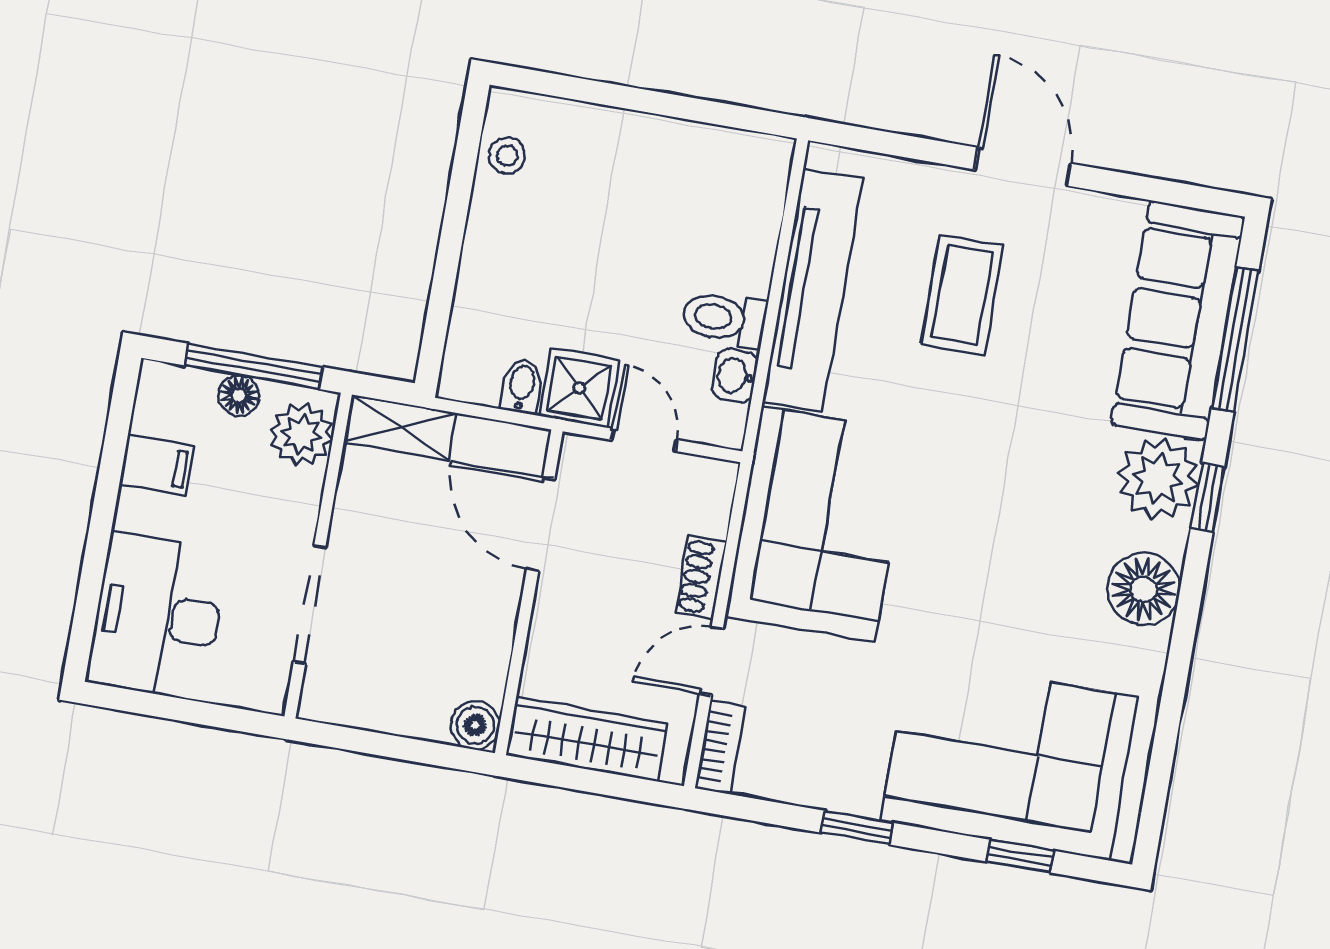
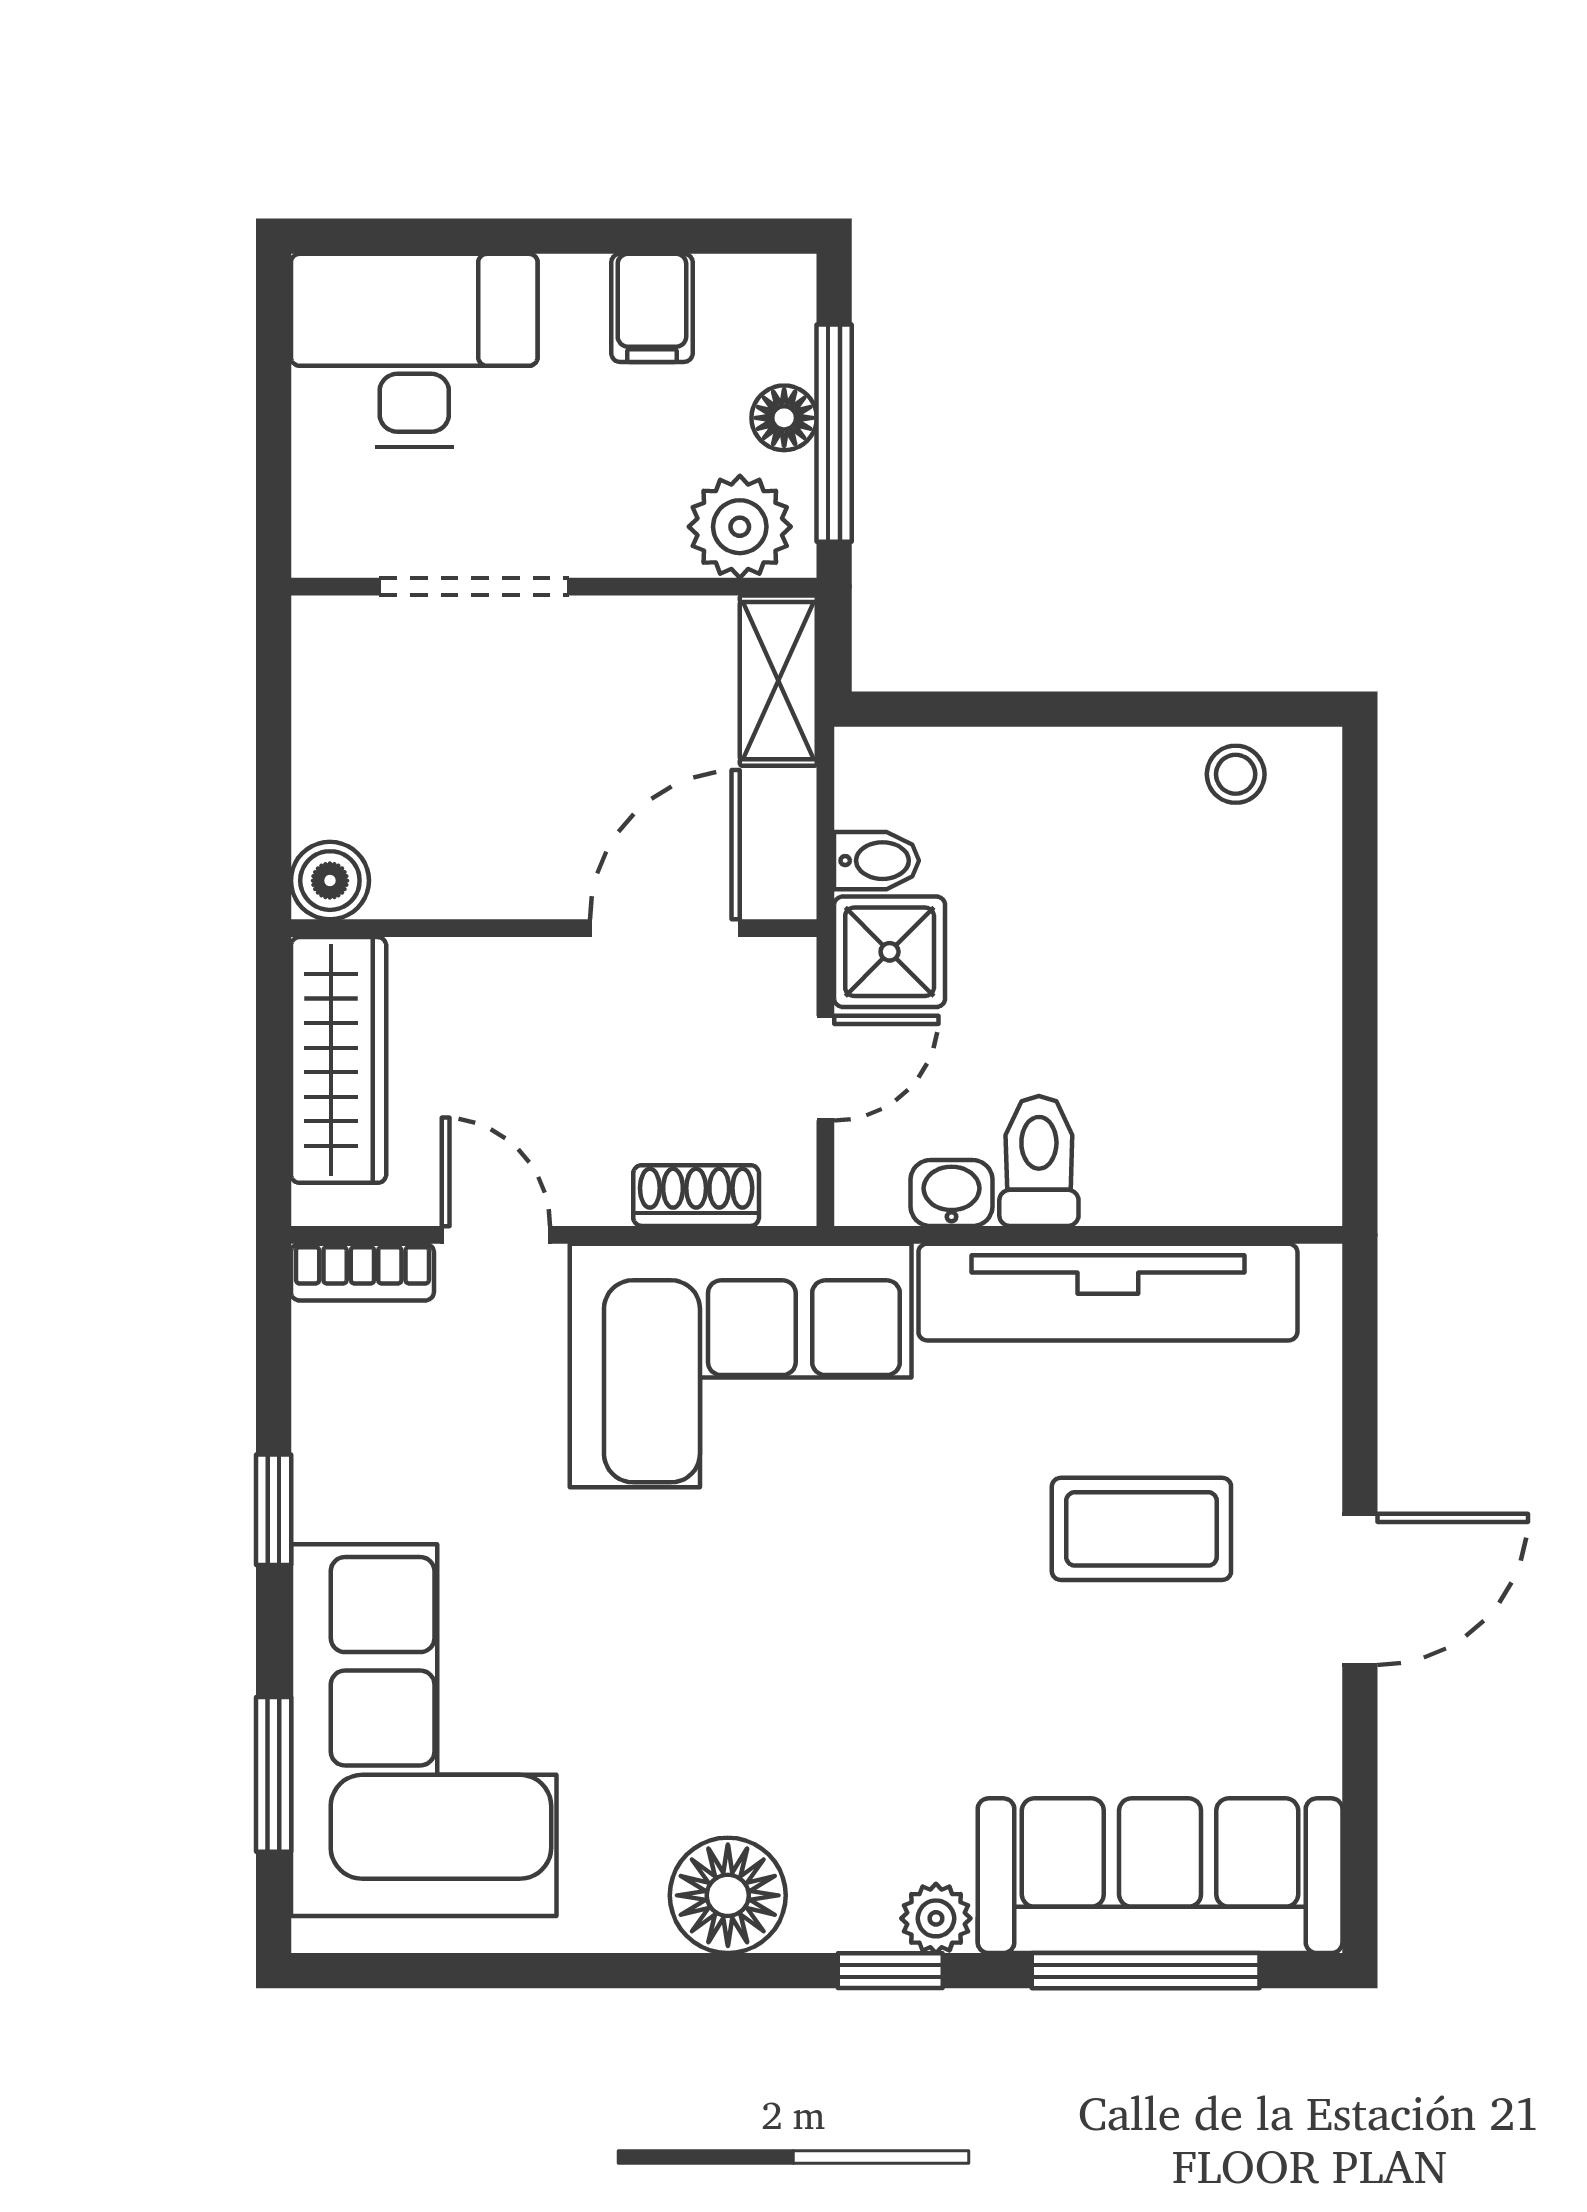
plant: (1158, 479) -> (936, 1918), width x0.53, depth x0.53
shoe rack: (701, 577) -> (696, 1196), moved
window: (1020, 856) -> (274, 1774), width x1.50

